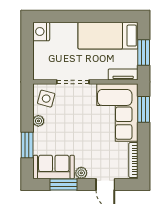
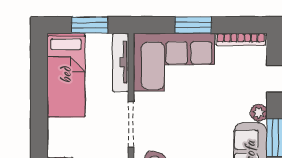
tv unit: (123, 75) -> (121, 62), width x1.41
window: (144, 109) -> (193, 25), moved

